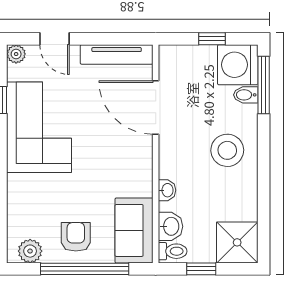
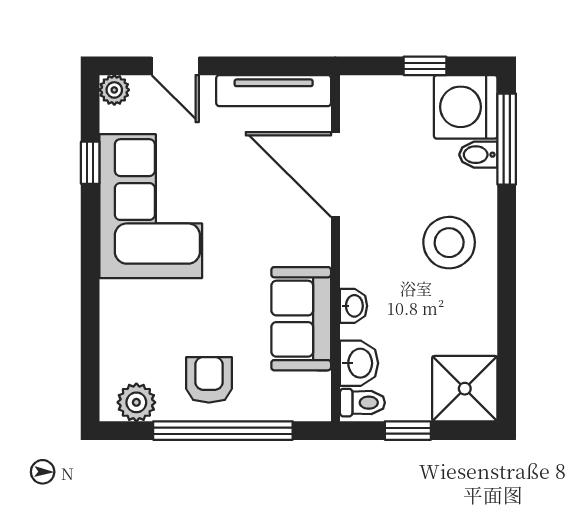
sofa: (134, 230) -> (301, 319), moved

